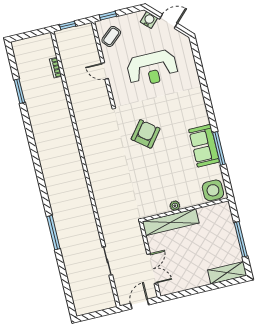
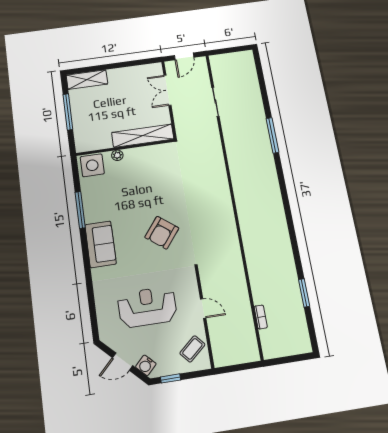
window: (108, 16) -> (170, 378), moved
window: (68, 25) -> (244, 367), removed
sofa: (204, 146) -> (101, 244), moved
plant: (175, 206) -> (117, 155), moved

